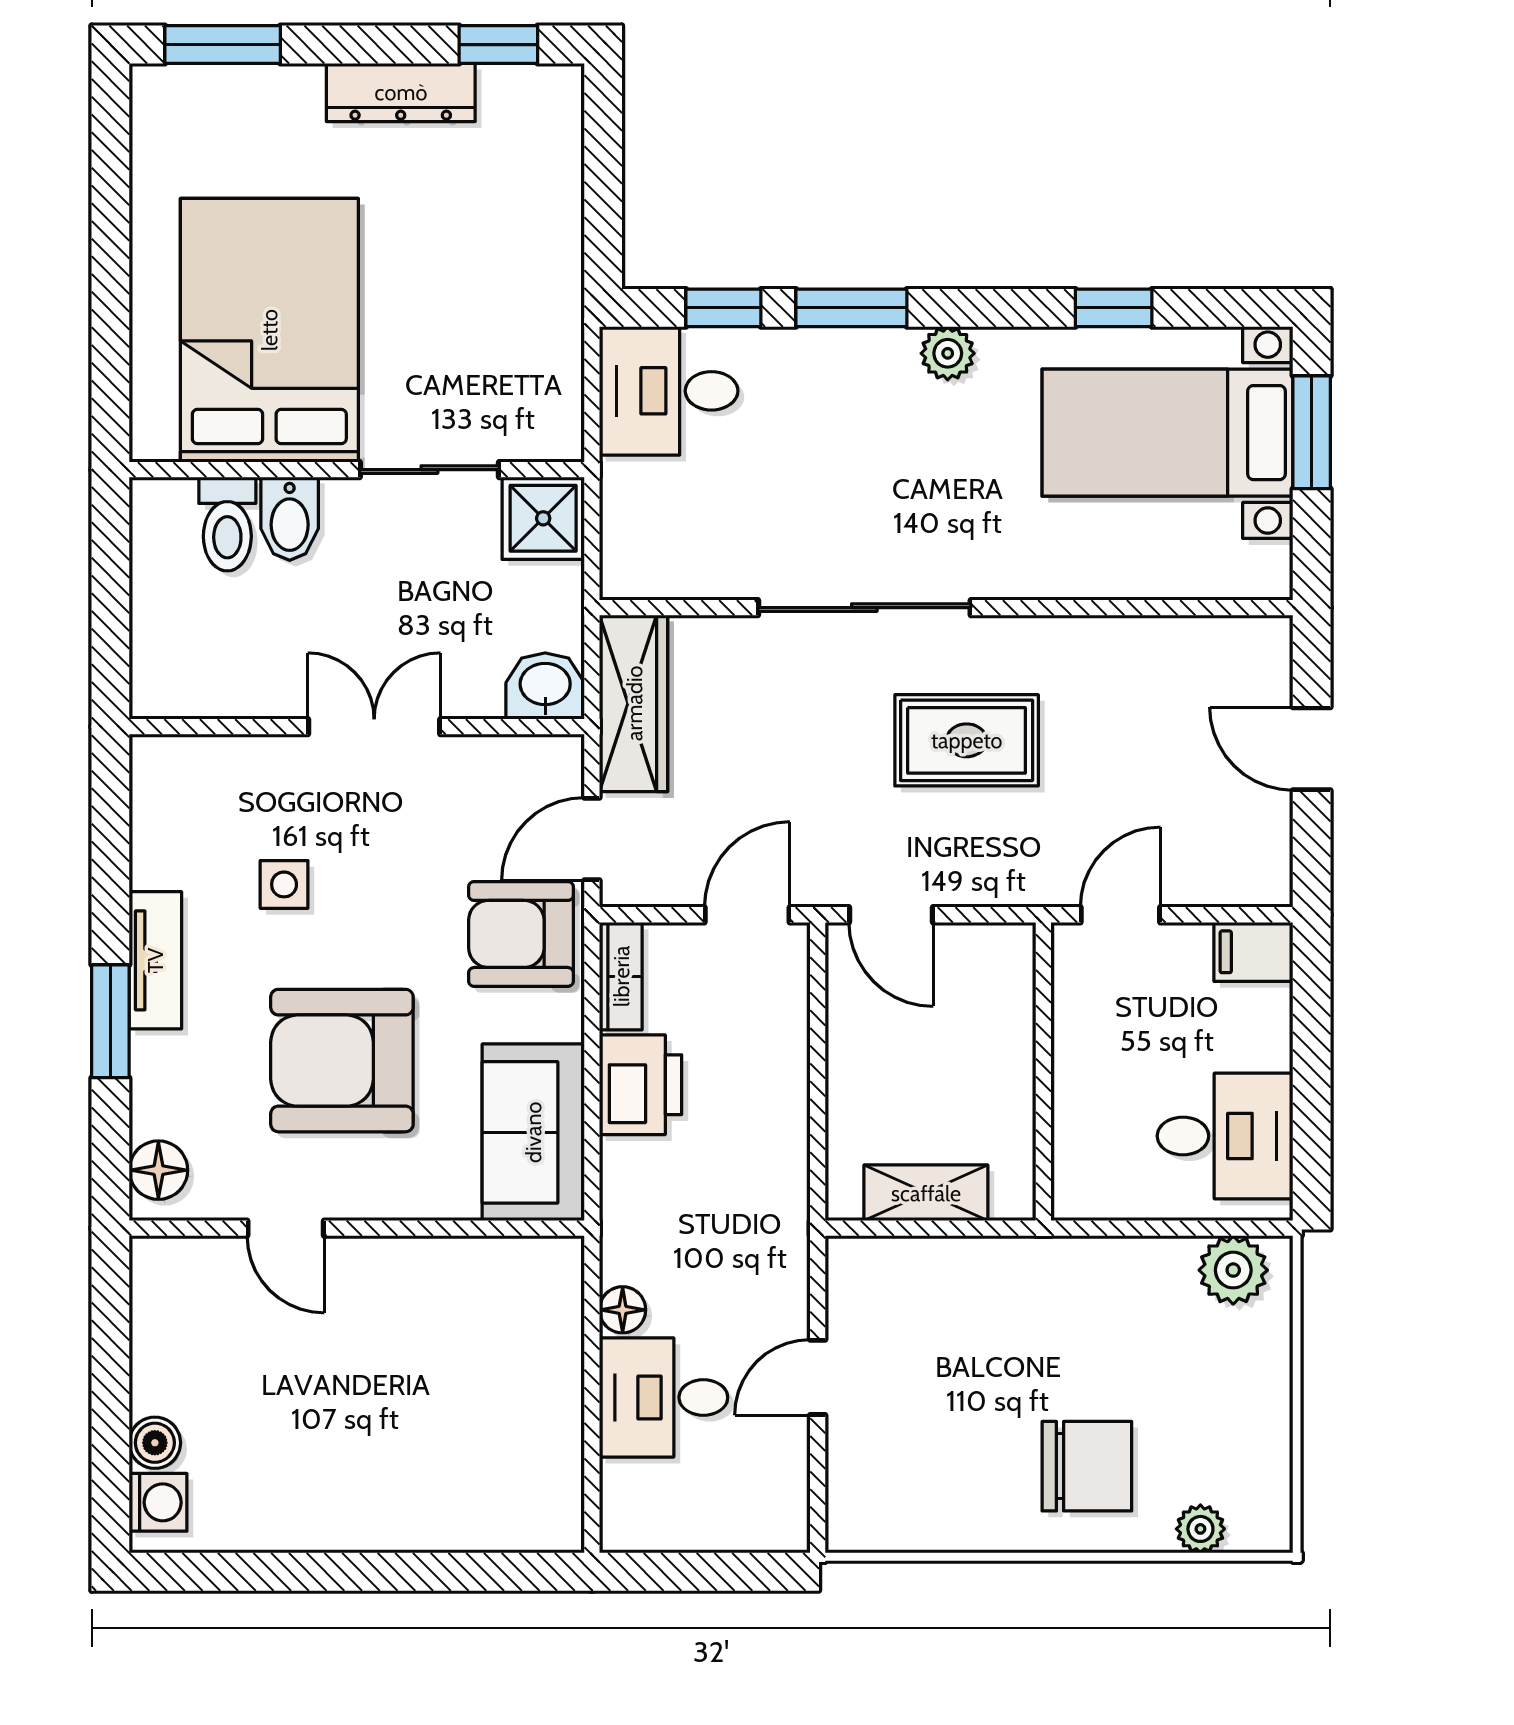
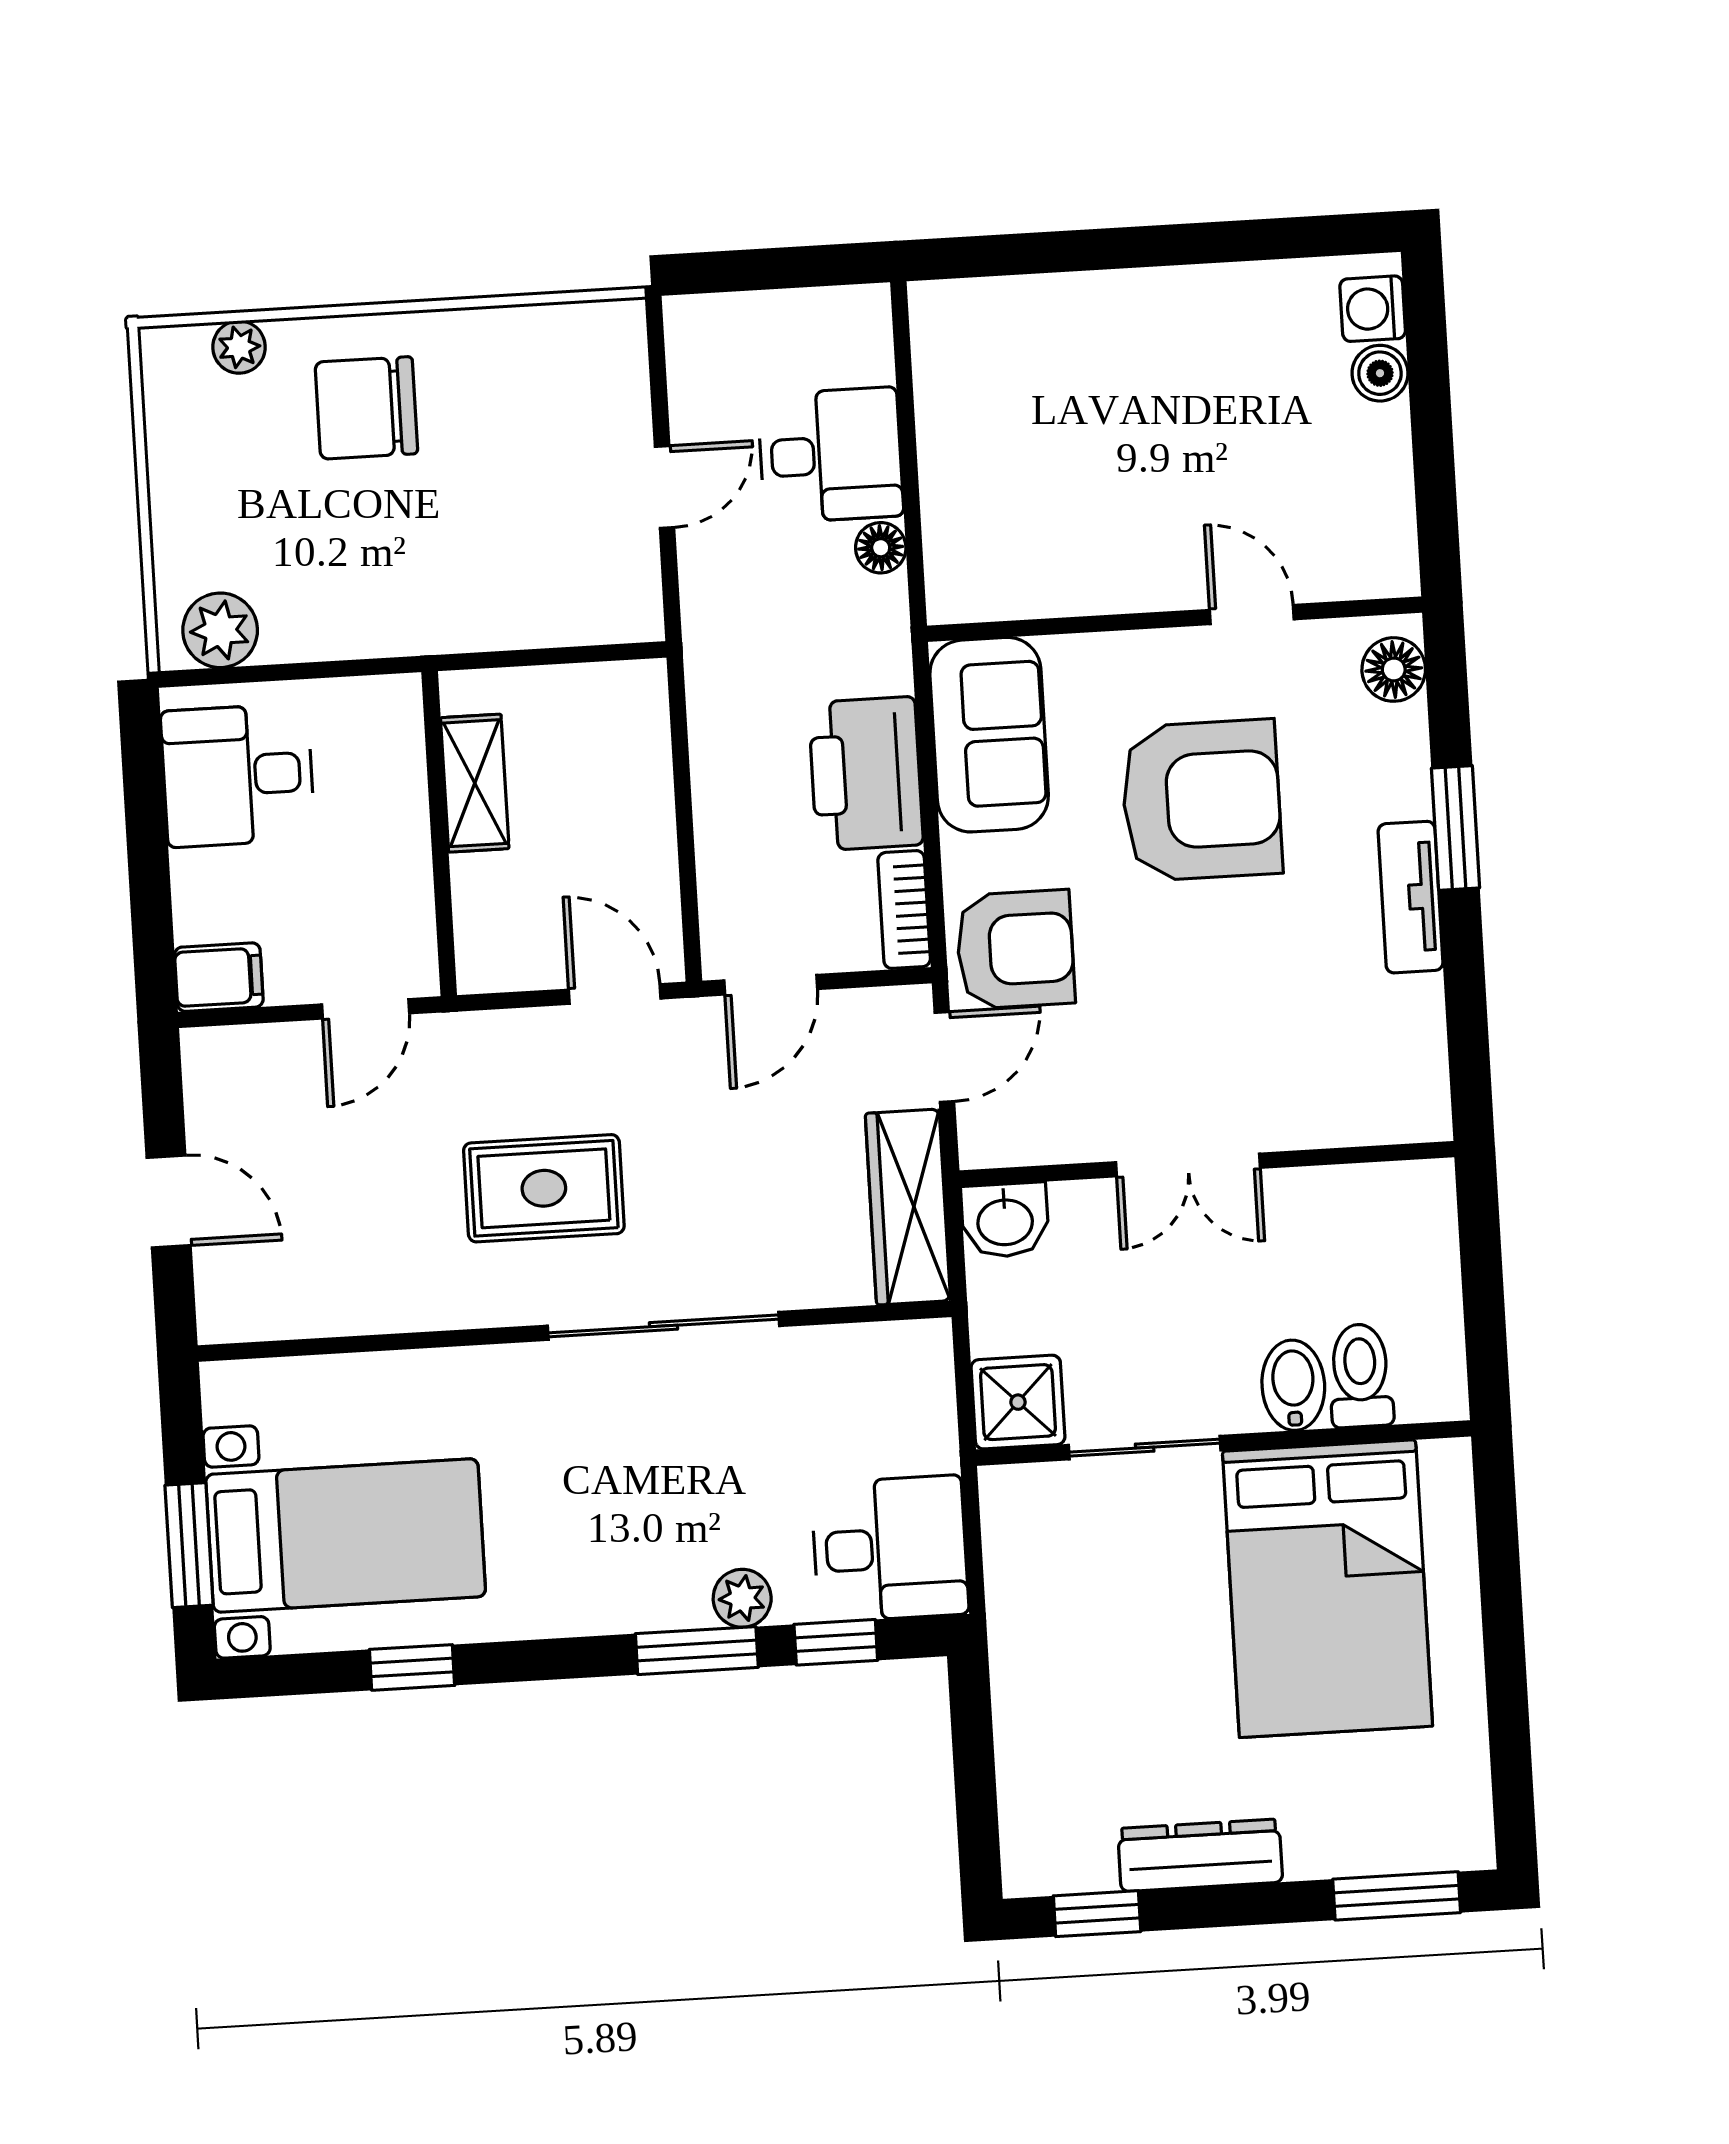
plant: (948, 353) -> (742, 1598), moved
side table: (284, 884) -> (1276, 988), removed
printer: (641, 1085) -> (866, 774), width x1.37, depth x1.19
shelving: (926, 1193) -> (475, 783), moved, turned 90

